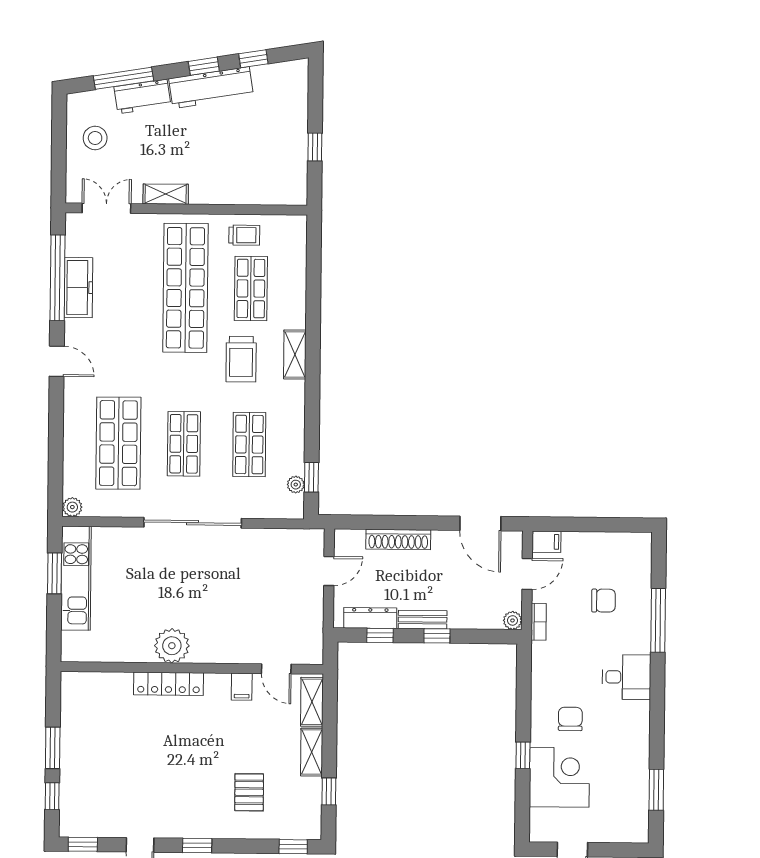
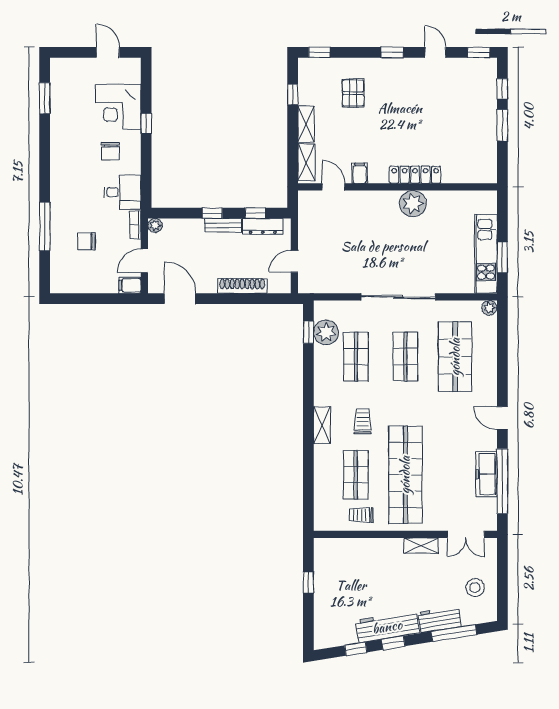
trolley: (241, 359) -> (363, 421), width x0.73, depth x0.72
plant: (296, 485) -> (326, 332), width x1.88, depth x1.88
desk: (626, 677) -> (122, 192), moved, turned 180

